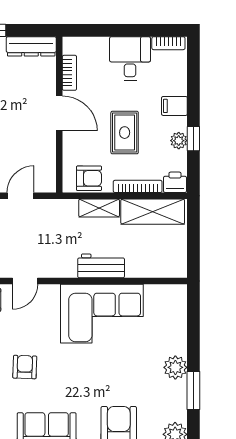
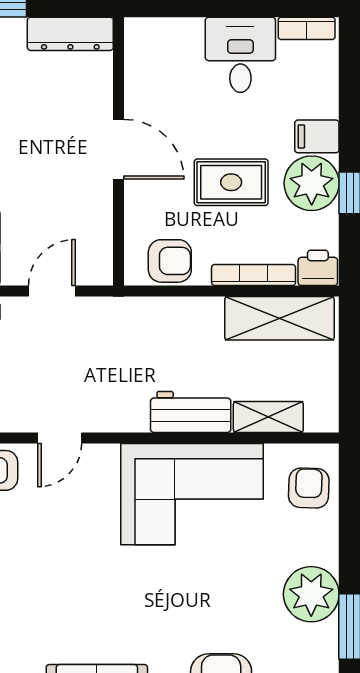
bookcase: (69, 73) -> (136, 79), removed
rug: (125, 133) -> (231, 182), turned 90
plant: (179, 141) -> (312, 183), width x1.87, depth x1.87
shelving: (99, 208) -> (268, 417), moved
armchair: (25, 367) -> (309, 488), moved
plant: (175, 367) -> (311, 594), width x1.36, depth x1.36

